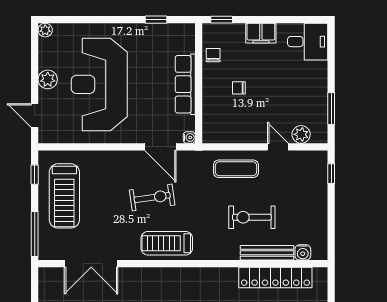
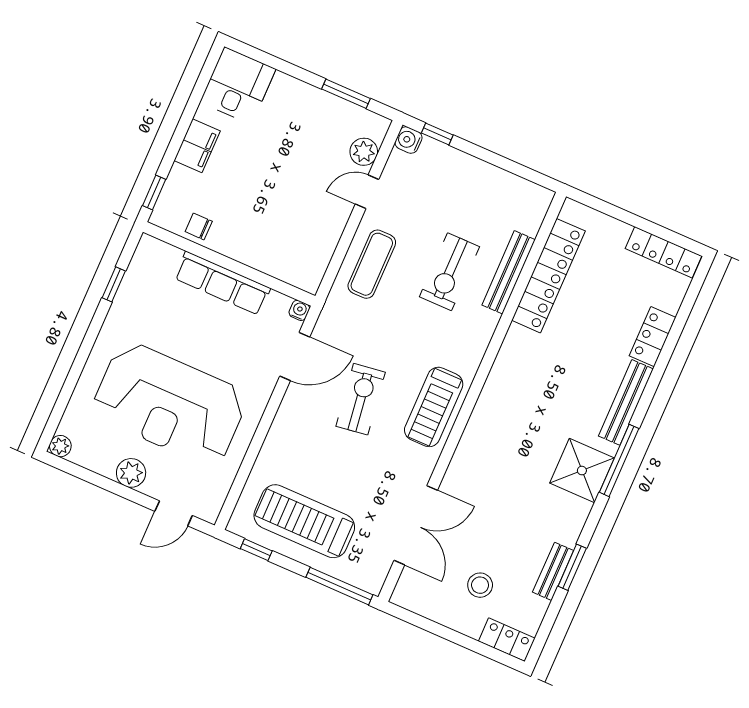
chair: (239, 88) -> (260, 210), removed
treadmill: (64, 196) -> (304, 521), turned 180
water cooler: (303, 252) -> (409, 140), moved, turned 180

